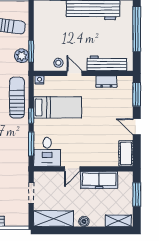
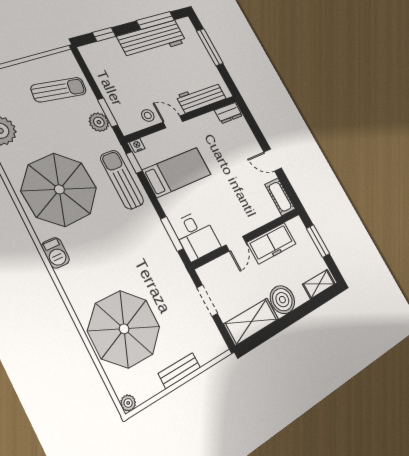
window: (137, 29) -> (210, 47), width x0.68
dresser: (106, 82) -> (228, 113), moved
window: (137, 94) -> (251, 122), removed
window: (31, 116) -> (134, 162), moved
boiler: (84, 221) -> (282, 300), width x1.86, depth x1.86

